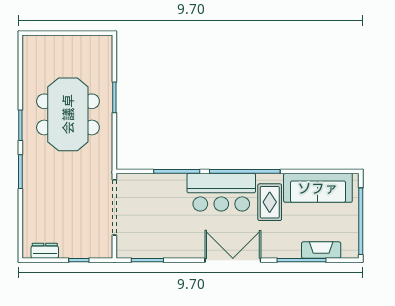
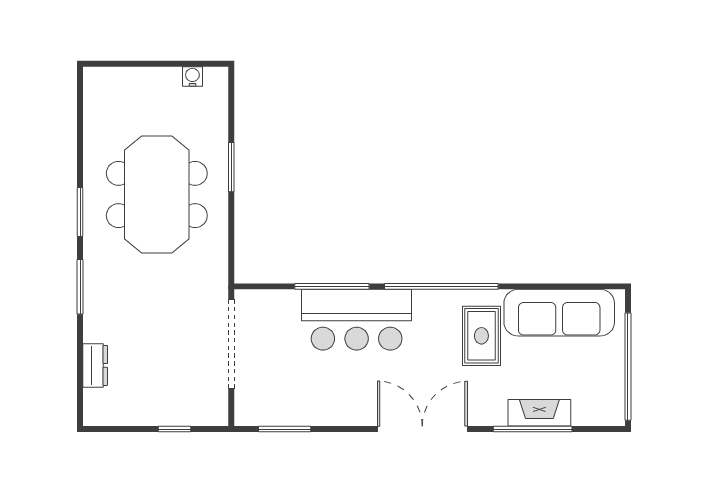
water cooler: (90, 41) -> (192, 77), added
bar counter: (221, 192) -> (357, 320), moved
fireplace: (321, 250) -> (539, 413), moved
dresser: (45, 251) -> (95, 365), moved, turned 90

